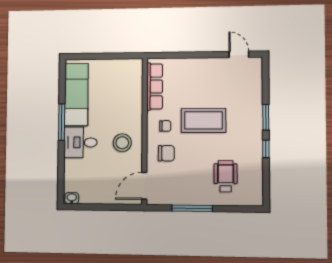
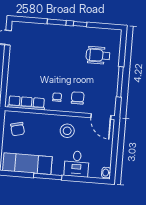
chair: (120, 78) -> (18, 129), added
coffee table: (203, 120) -> (55, 68), removed
desk: (81, 142) -> (77, 164), moved

